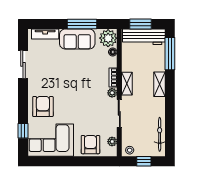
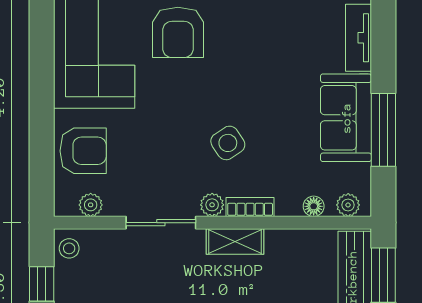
plant: (108, 38) -> (348, 205), width x0.53, depth x0.53
side table: (87, 86) -> (228, 143), added
armchair: (43, 106) -> (178, 32), turned 90

